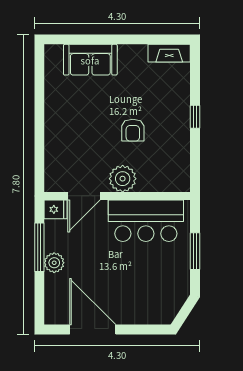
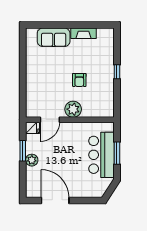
fireplace: (169, 53) -> (83, 33), moved
bar counter: (146, 221) -> (101, 155), moved, turned 90
window: (39, 247) -> (23, 151), width x0.69

